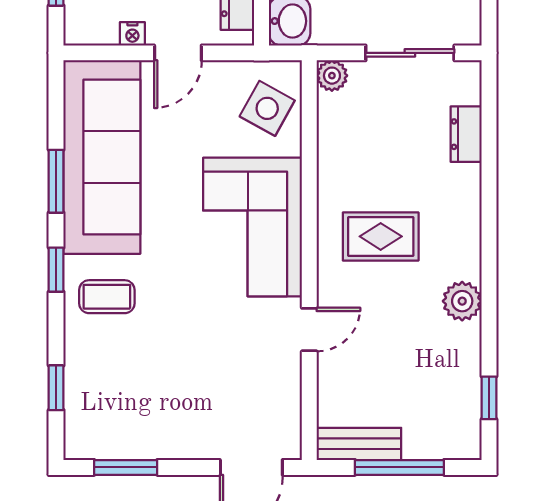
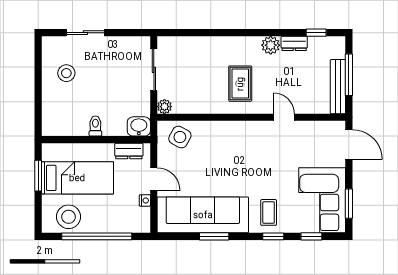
dresser: (466, 134) -> (294, 43), moved
corner sofa: (252, 227) -> (322, 200), moved, turned 90
window: (56, 270) -> (273, 236), moved
bench: (359, 444) -> (338, 87), width x1.36

